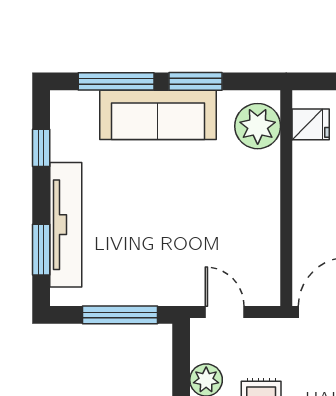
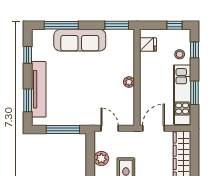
window: (195, 81) -> (117, 25), moved
plant: (258, 126) -> (129, 82), moved, width x0.53, depth x0.53

